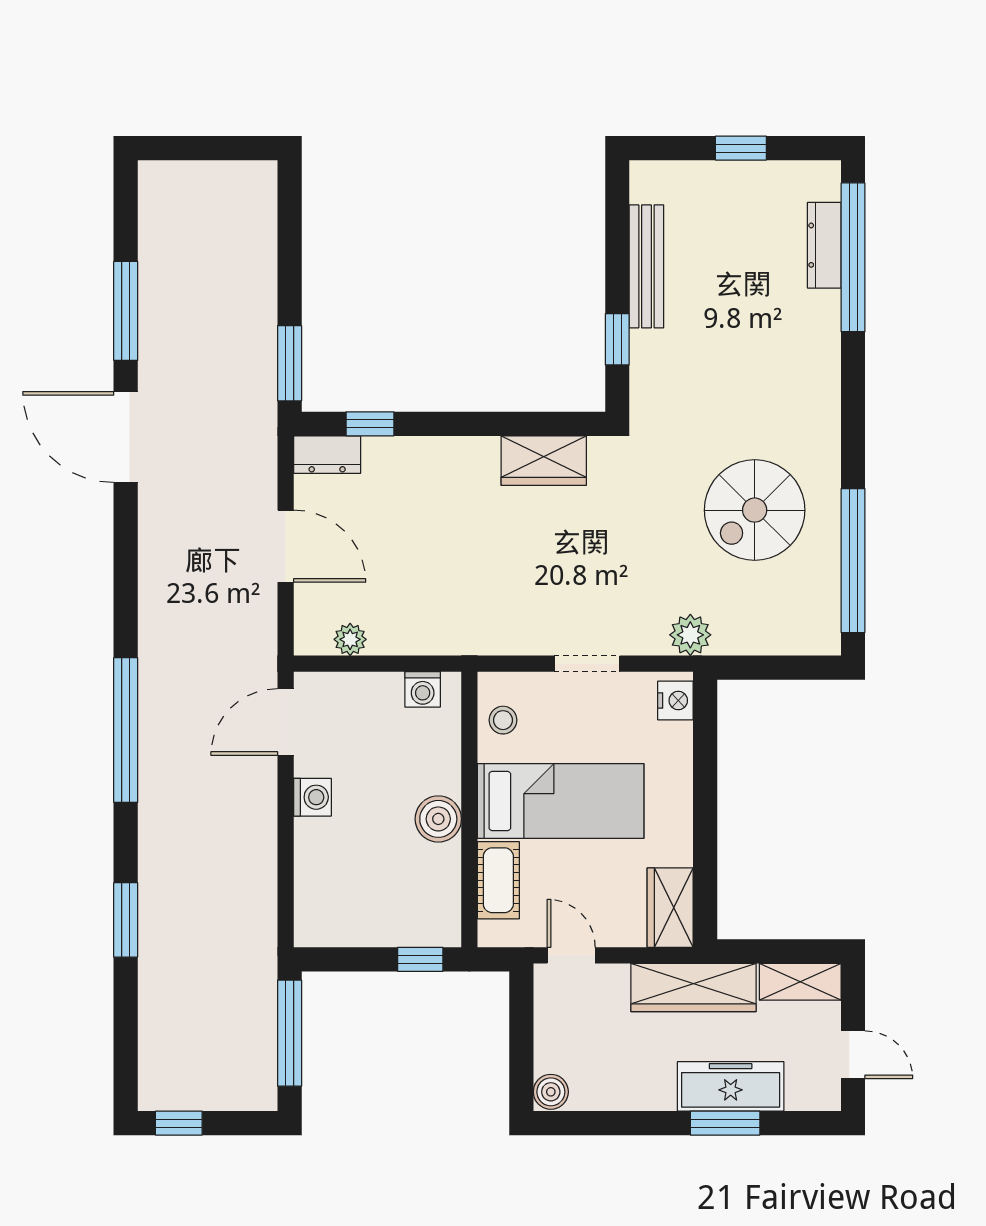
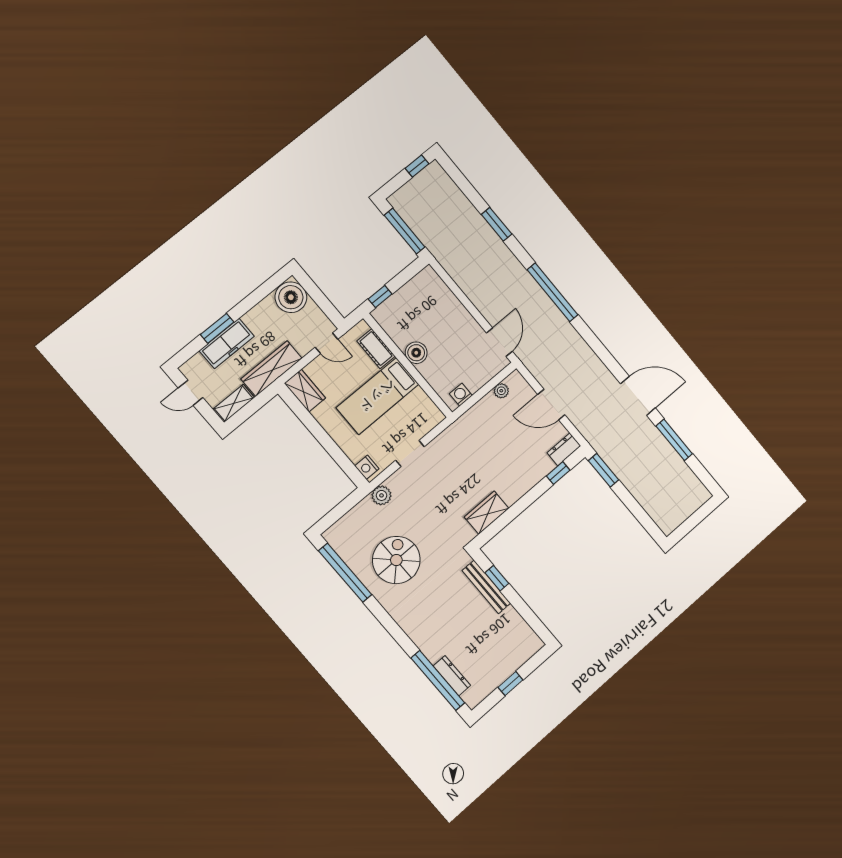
bench: (646, 266) -> (486, 587), moved
stool: (503, 720) -> (423, 408), removed
washing machine: (312, 797) -> (467, 323), removed
boiler: (551, 1092) -> (291, 297), width x1.86, depth x1.86

